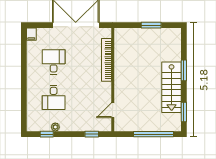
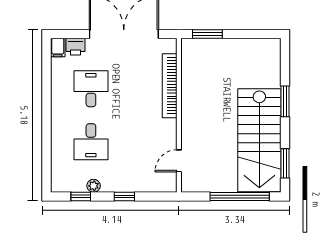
window: (151, 25) -> (207, 34), moved
printer: (43, 34) -> (75, 47), added
stairs: (172, 87) -> (259, 140), width x1.36, depth x1.51
window: (92, 134) -> (124, 196), moved

